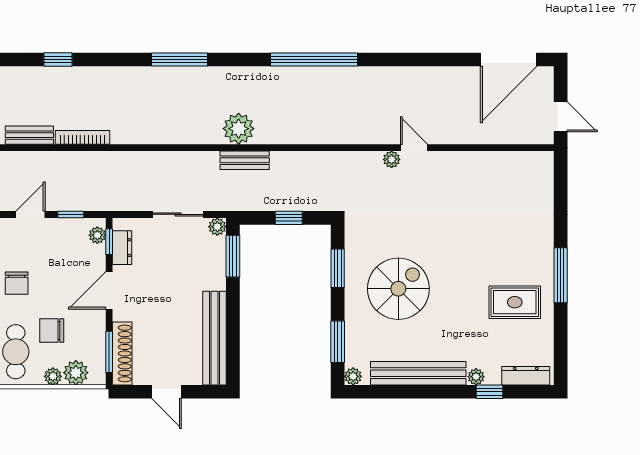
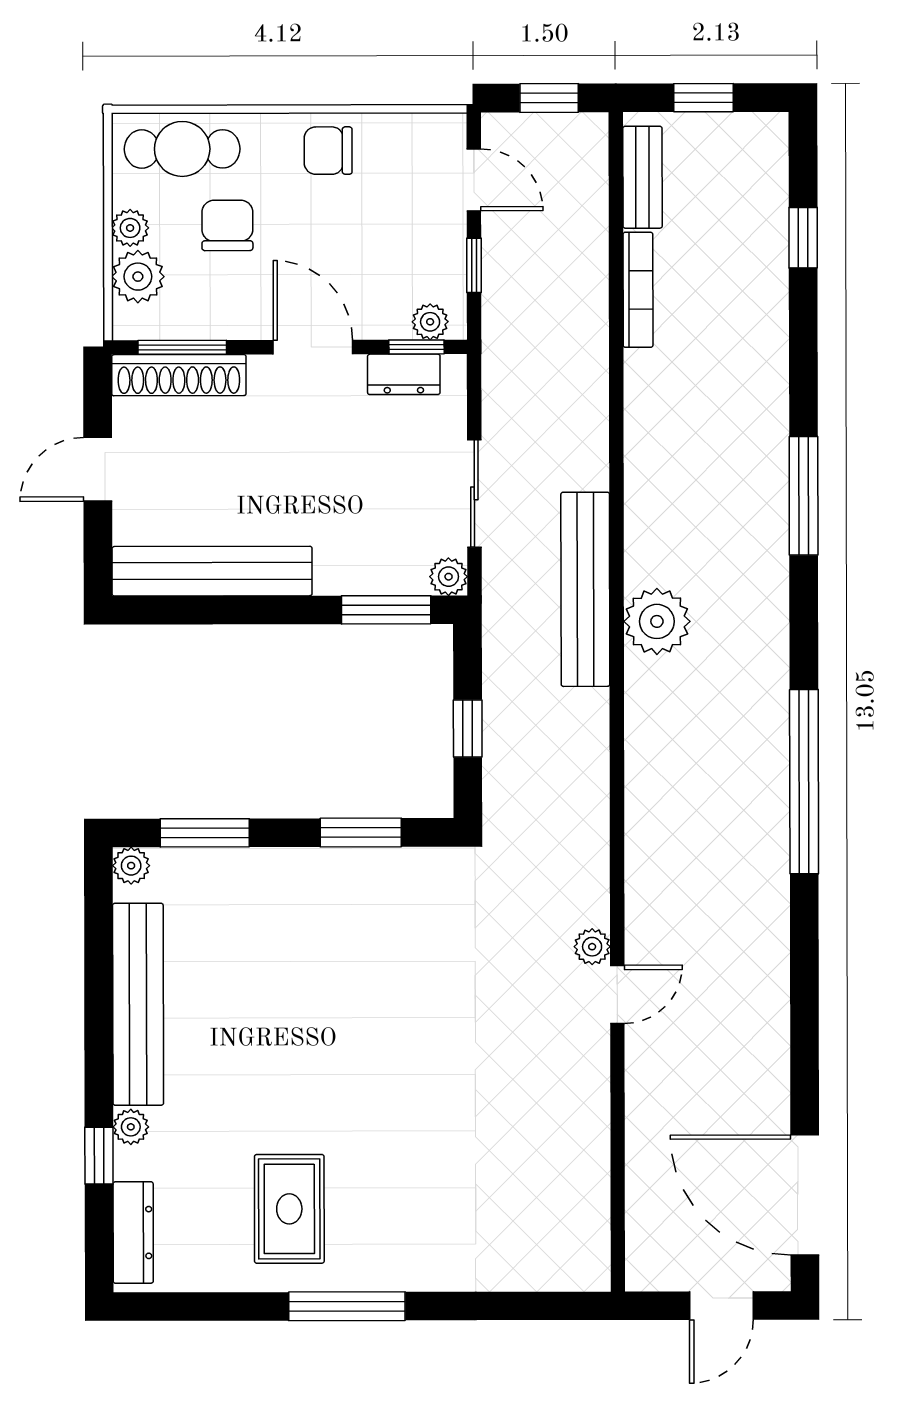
door: (561, 117) -> (721, 1306), moved
bench: (245, 160) -> (585, 589), width x1.86, depth x1.21
spiral stairs: (398, 289) -> (317, 962), removed

